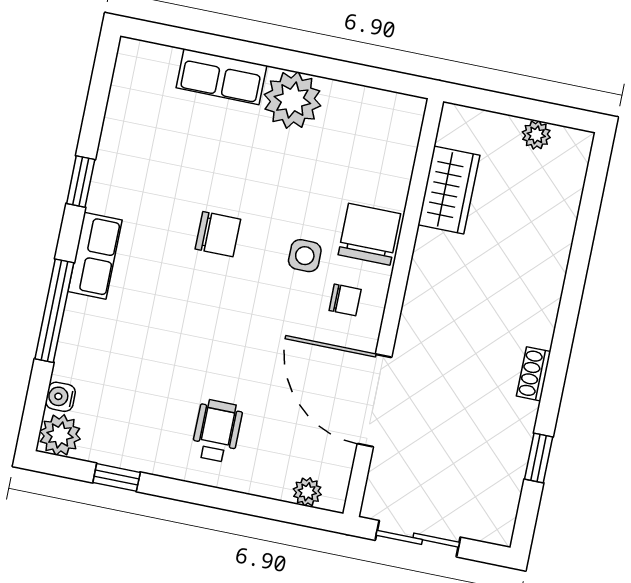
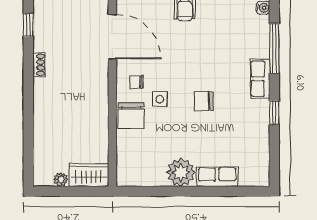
wardrobe: (449, 190) -> (89, 175), moved, turned 90

